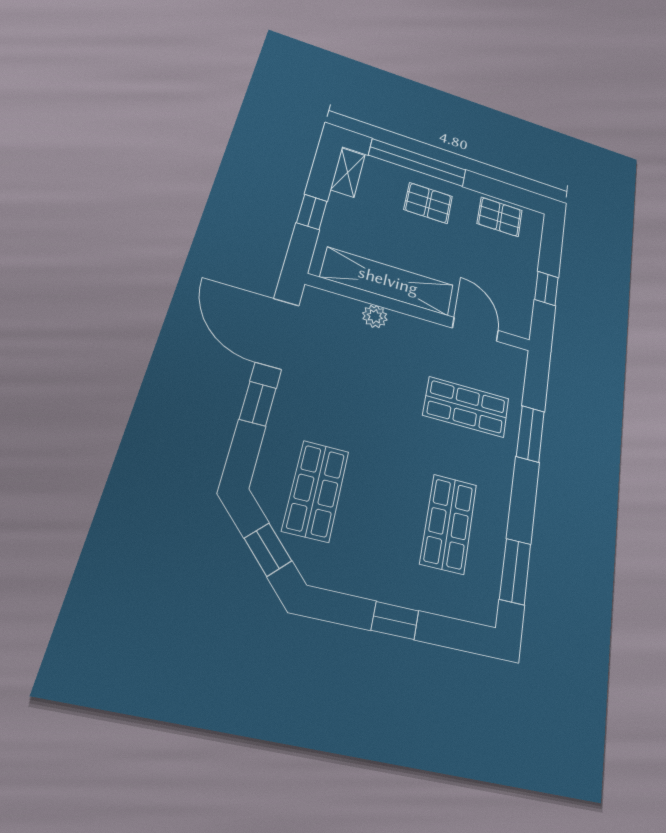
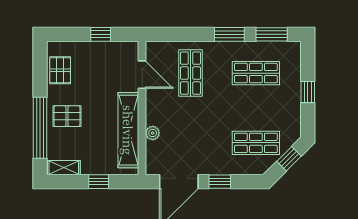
pallet: (428, 203) -> (67, 116), turned 90
door: (475, 329) -> (142, 75), swing flipped
window: (530, 434) -> (229, 34), moved

